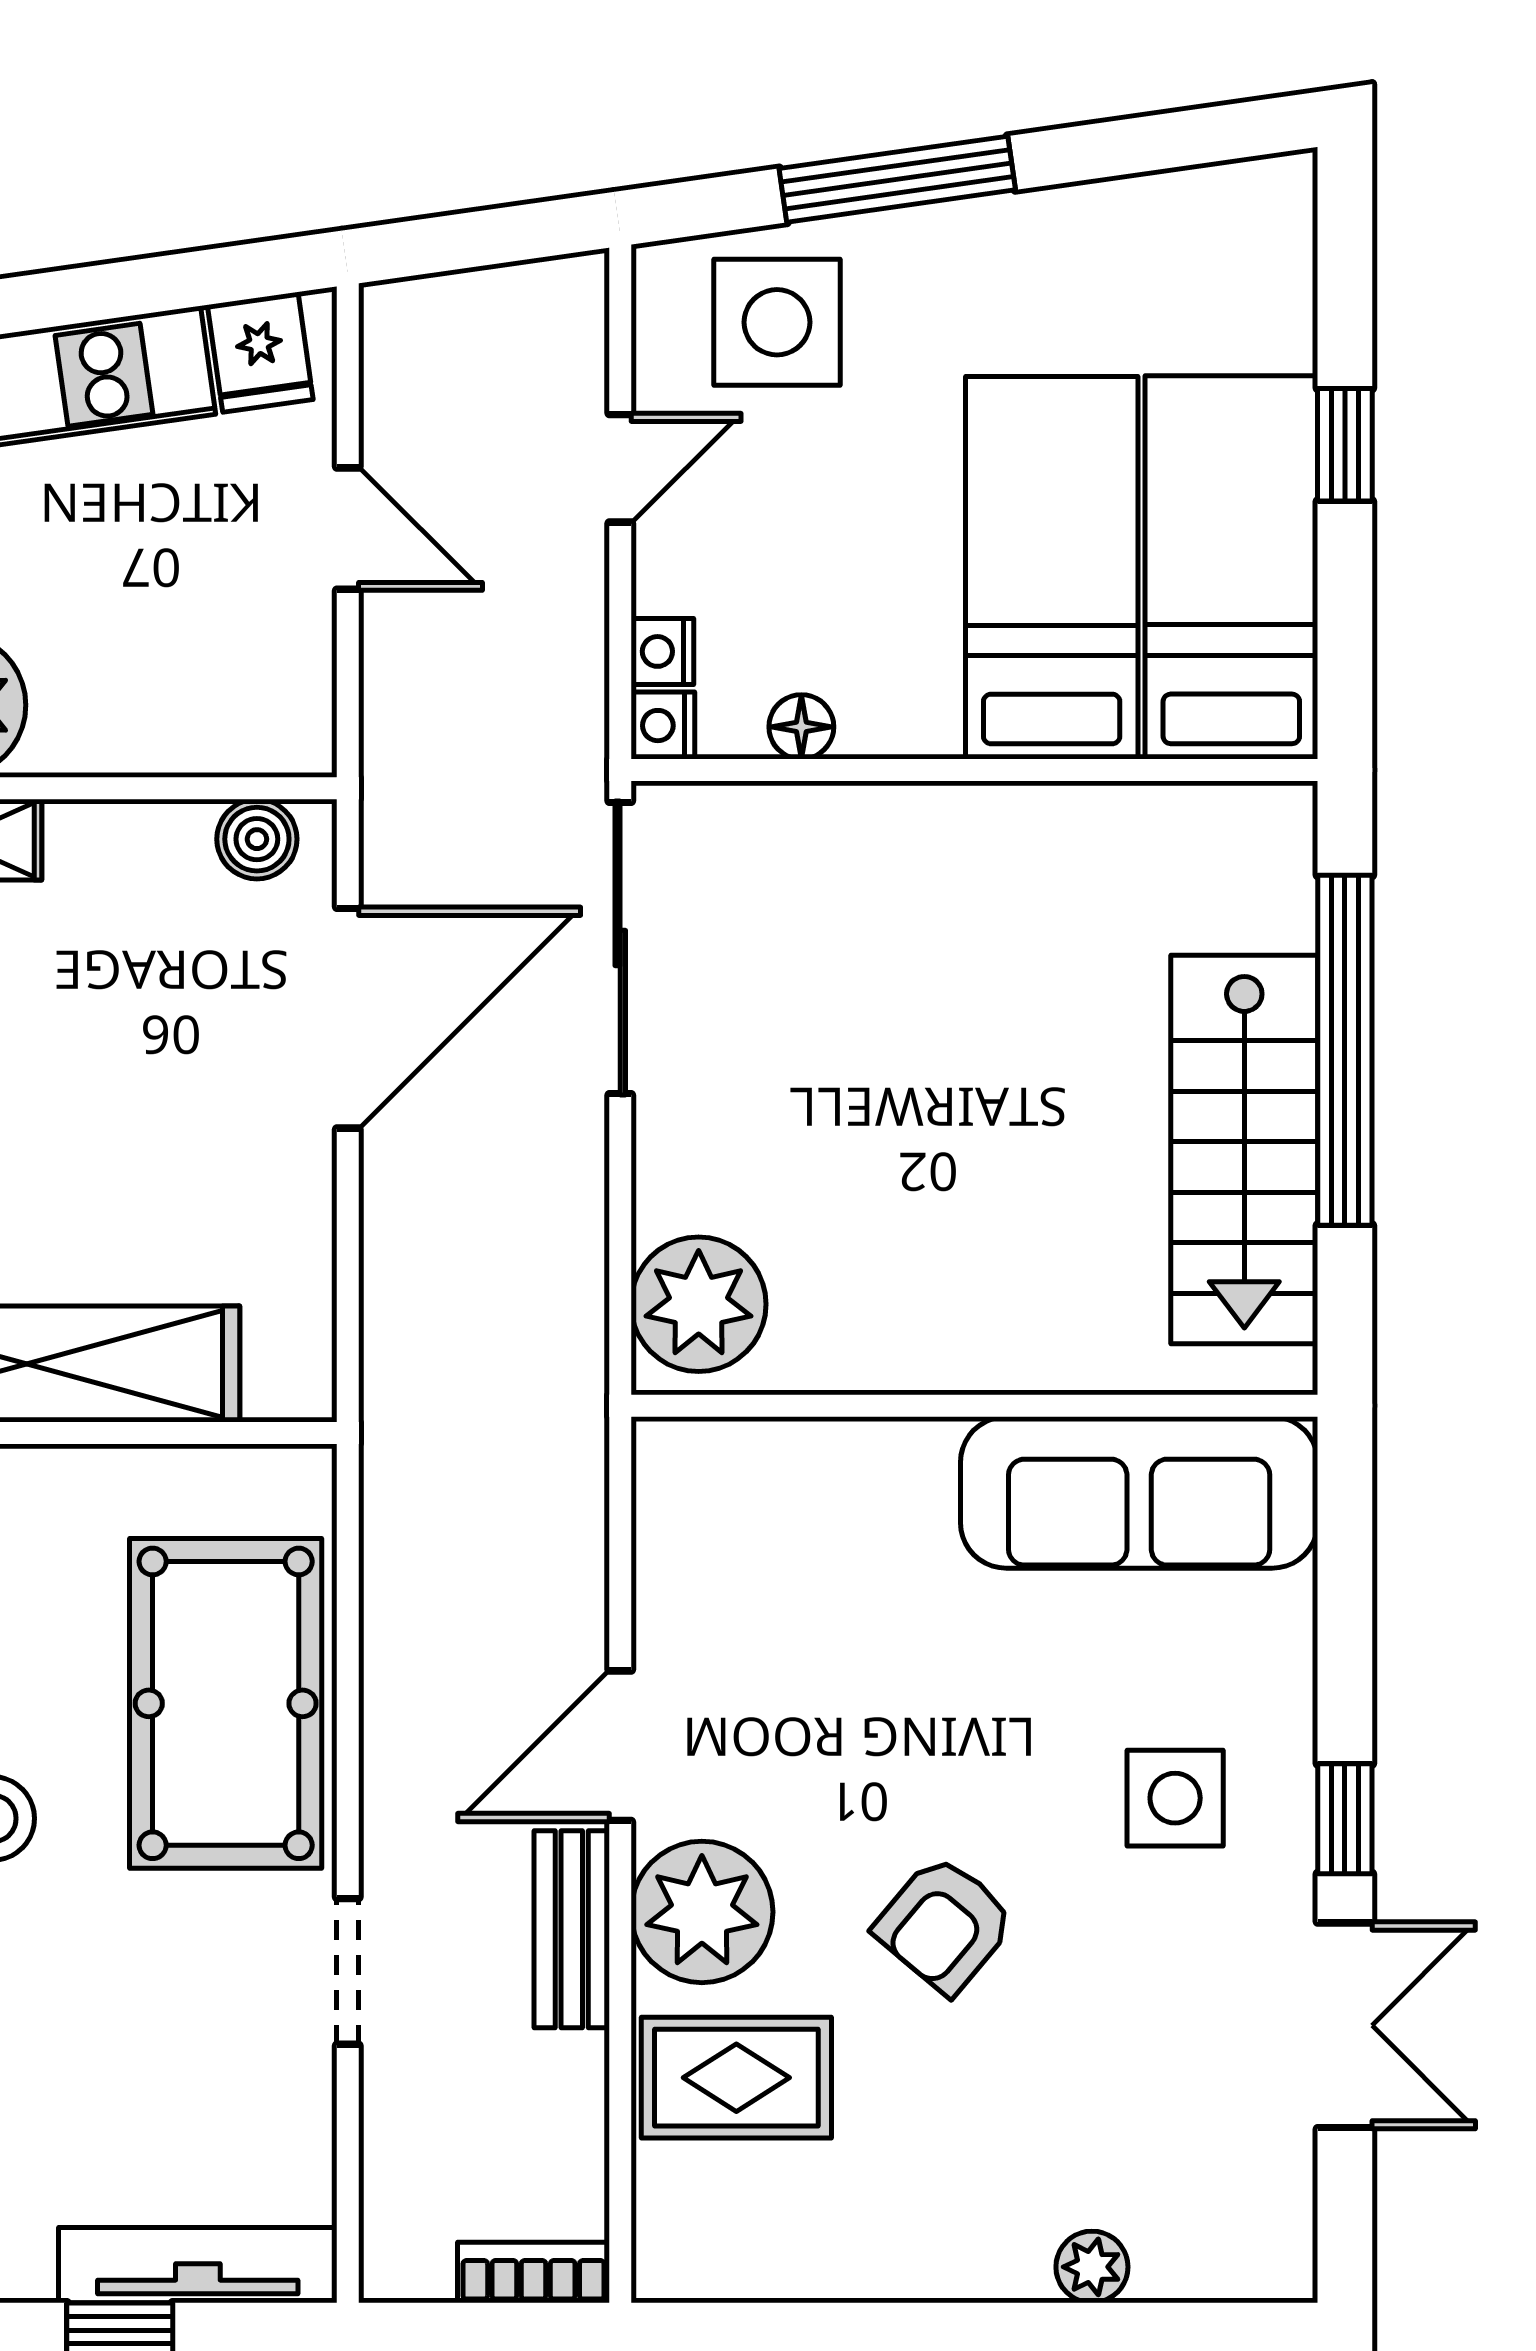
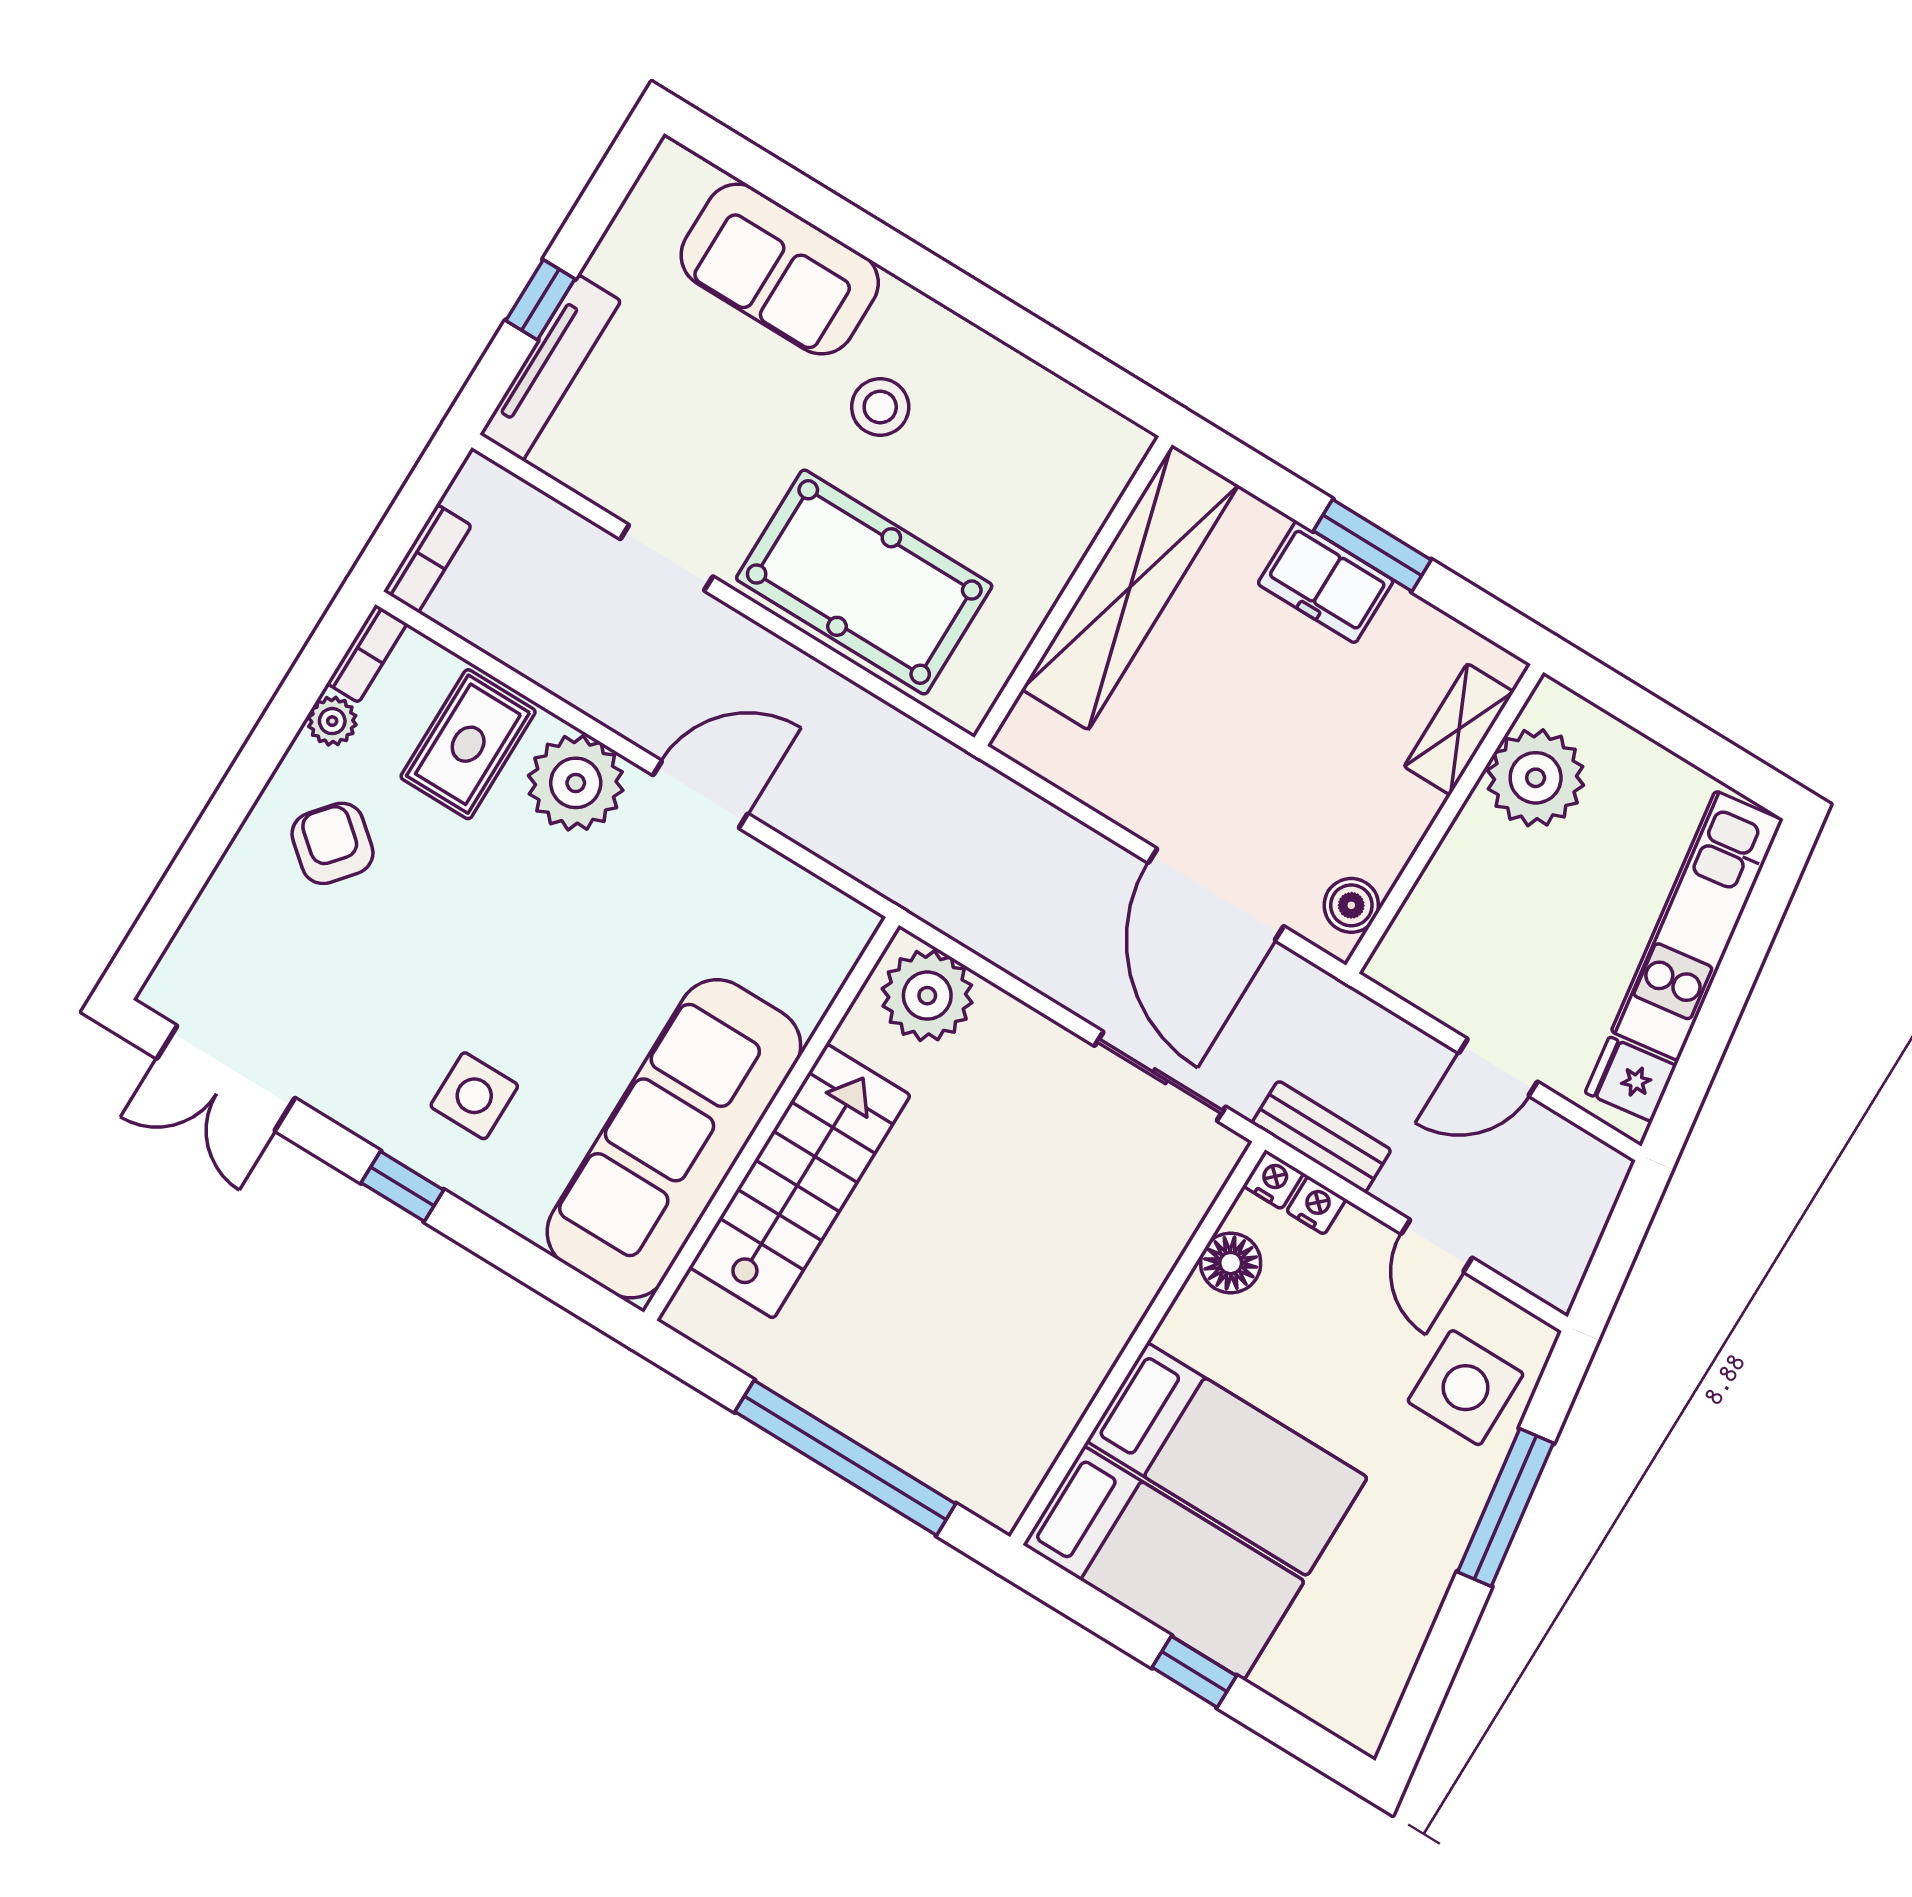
floor lamp: (801, 727) -> (1231, 1263), width x1.37, depth x1.37
sliding door: (620, 948) -> (1160, 1076), width x0.73
stairs: (1244, 1149) -> (800, 1181), moved, turned 90
sofa: (1139, 1492) -> (674, 1139), width x1.36, depth x1.27
door: (620, 1746) -> (700, 794), hinge flipped
armchair: (945, 1925) -> (332, 843), moved
bench: (572, 1929) -> (1321, 1137), moved
double door: (1345, 2025) -> (226, 1078), moved
plant: (1092, 2267) -> (332, 721), moved
bookcase: (700, 2275) -> (367, 654), added

